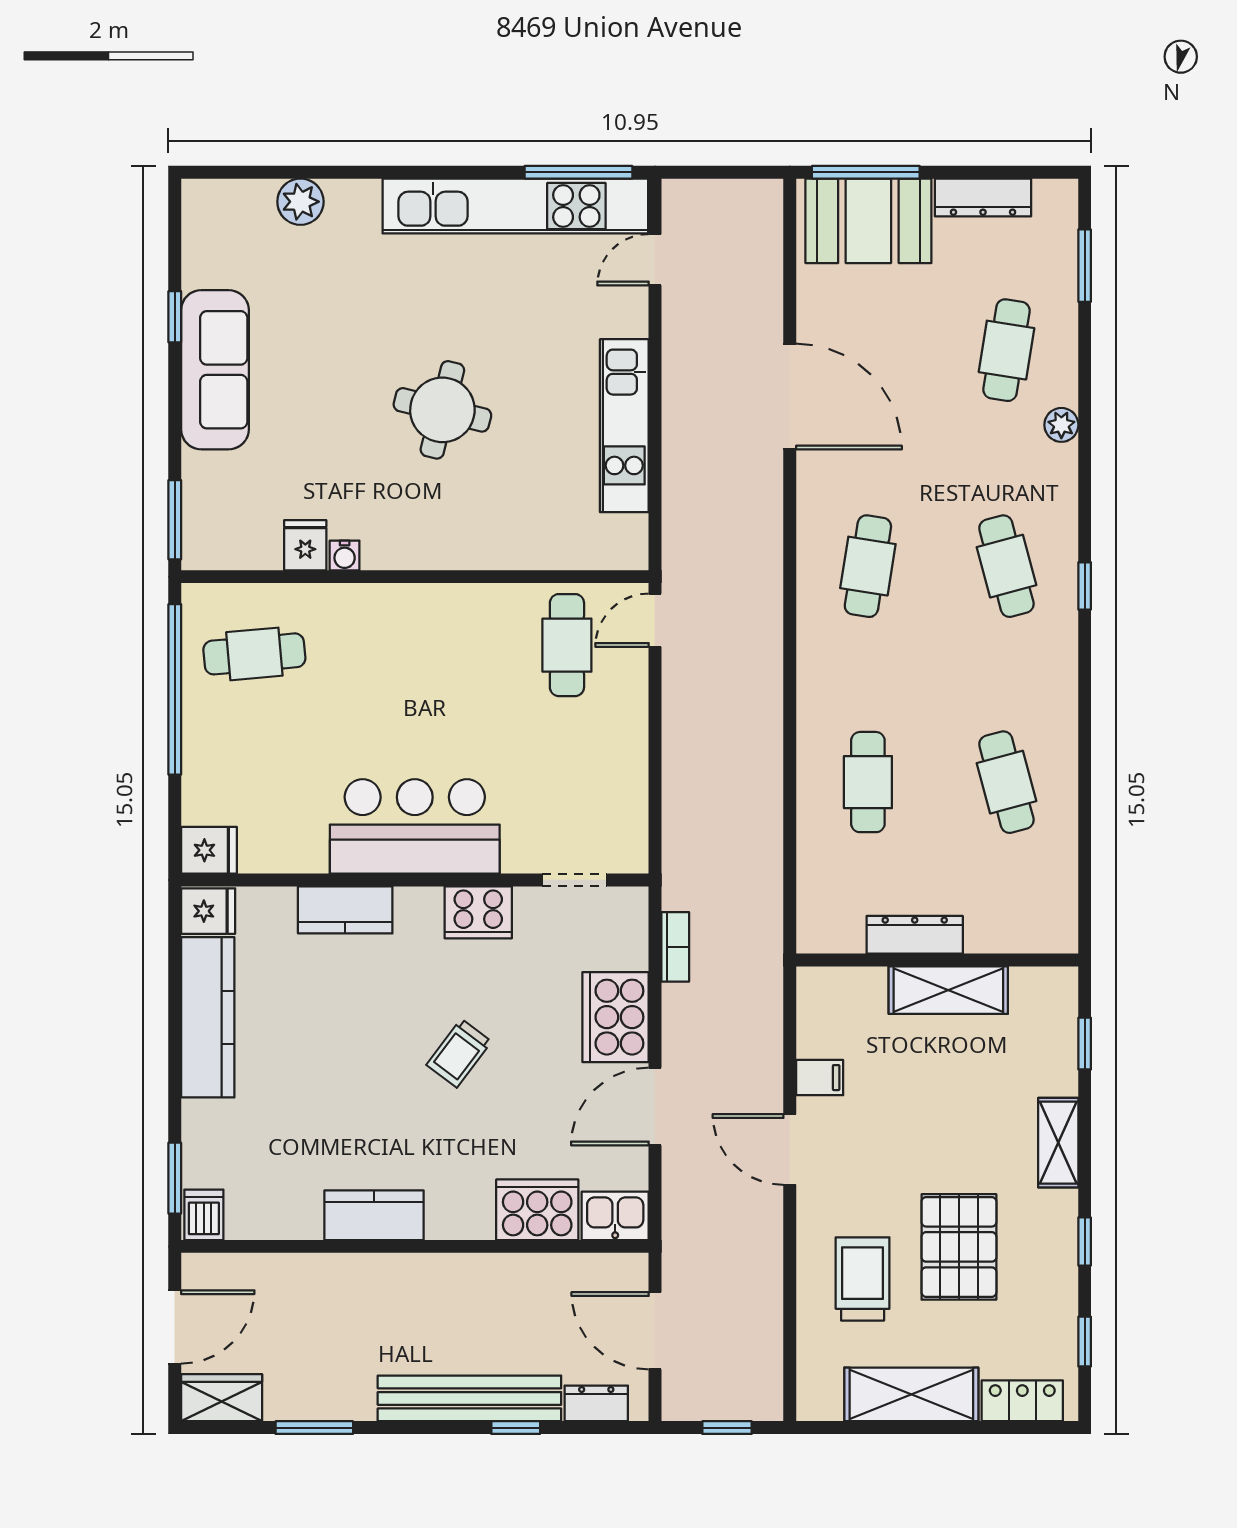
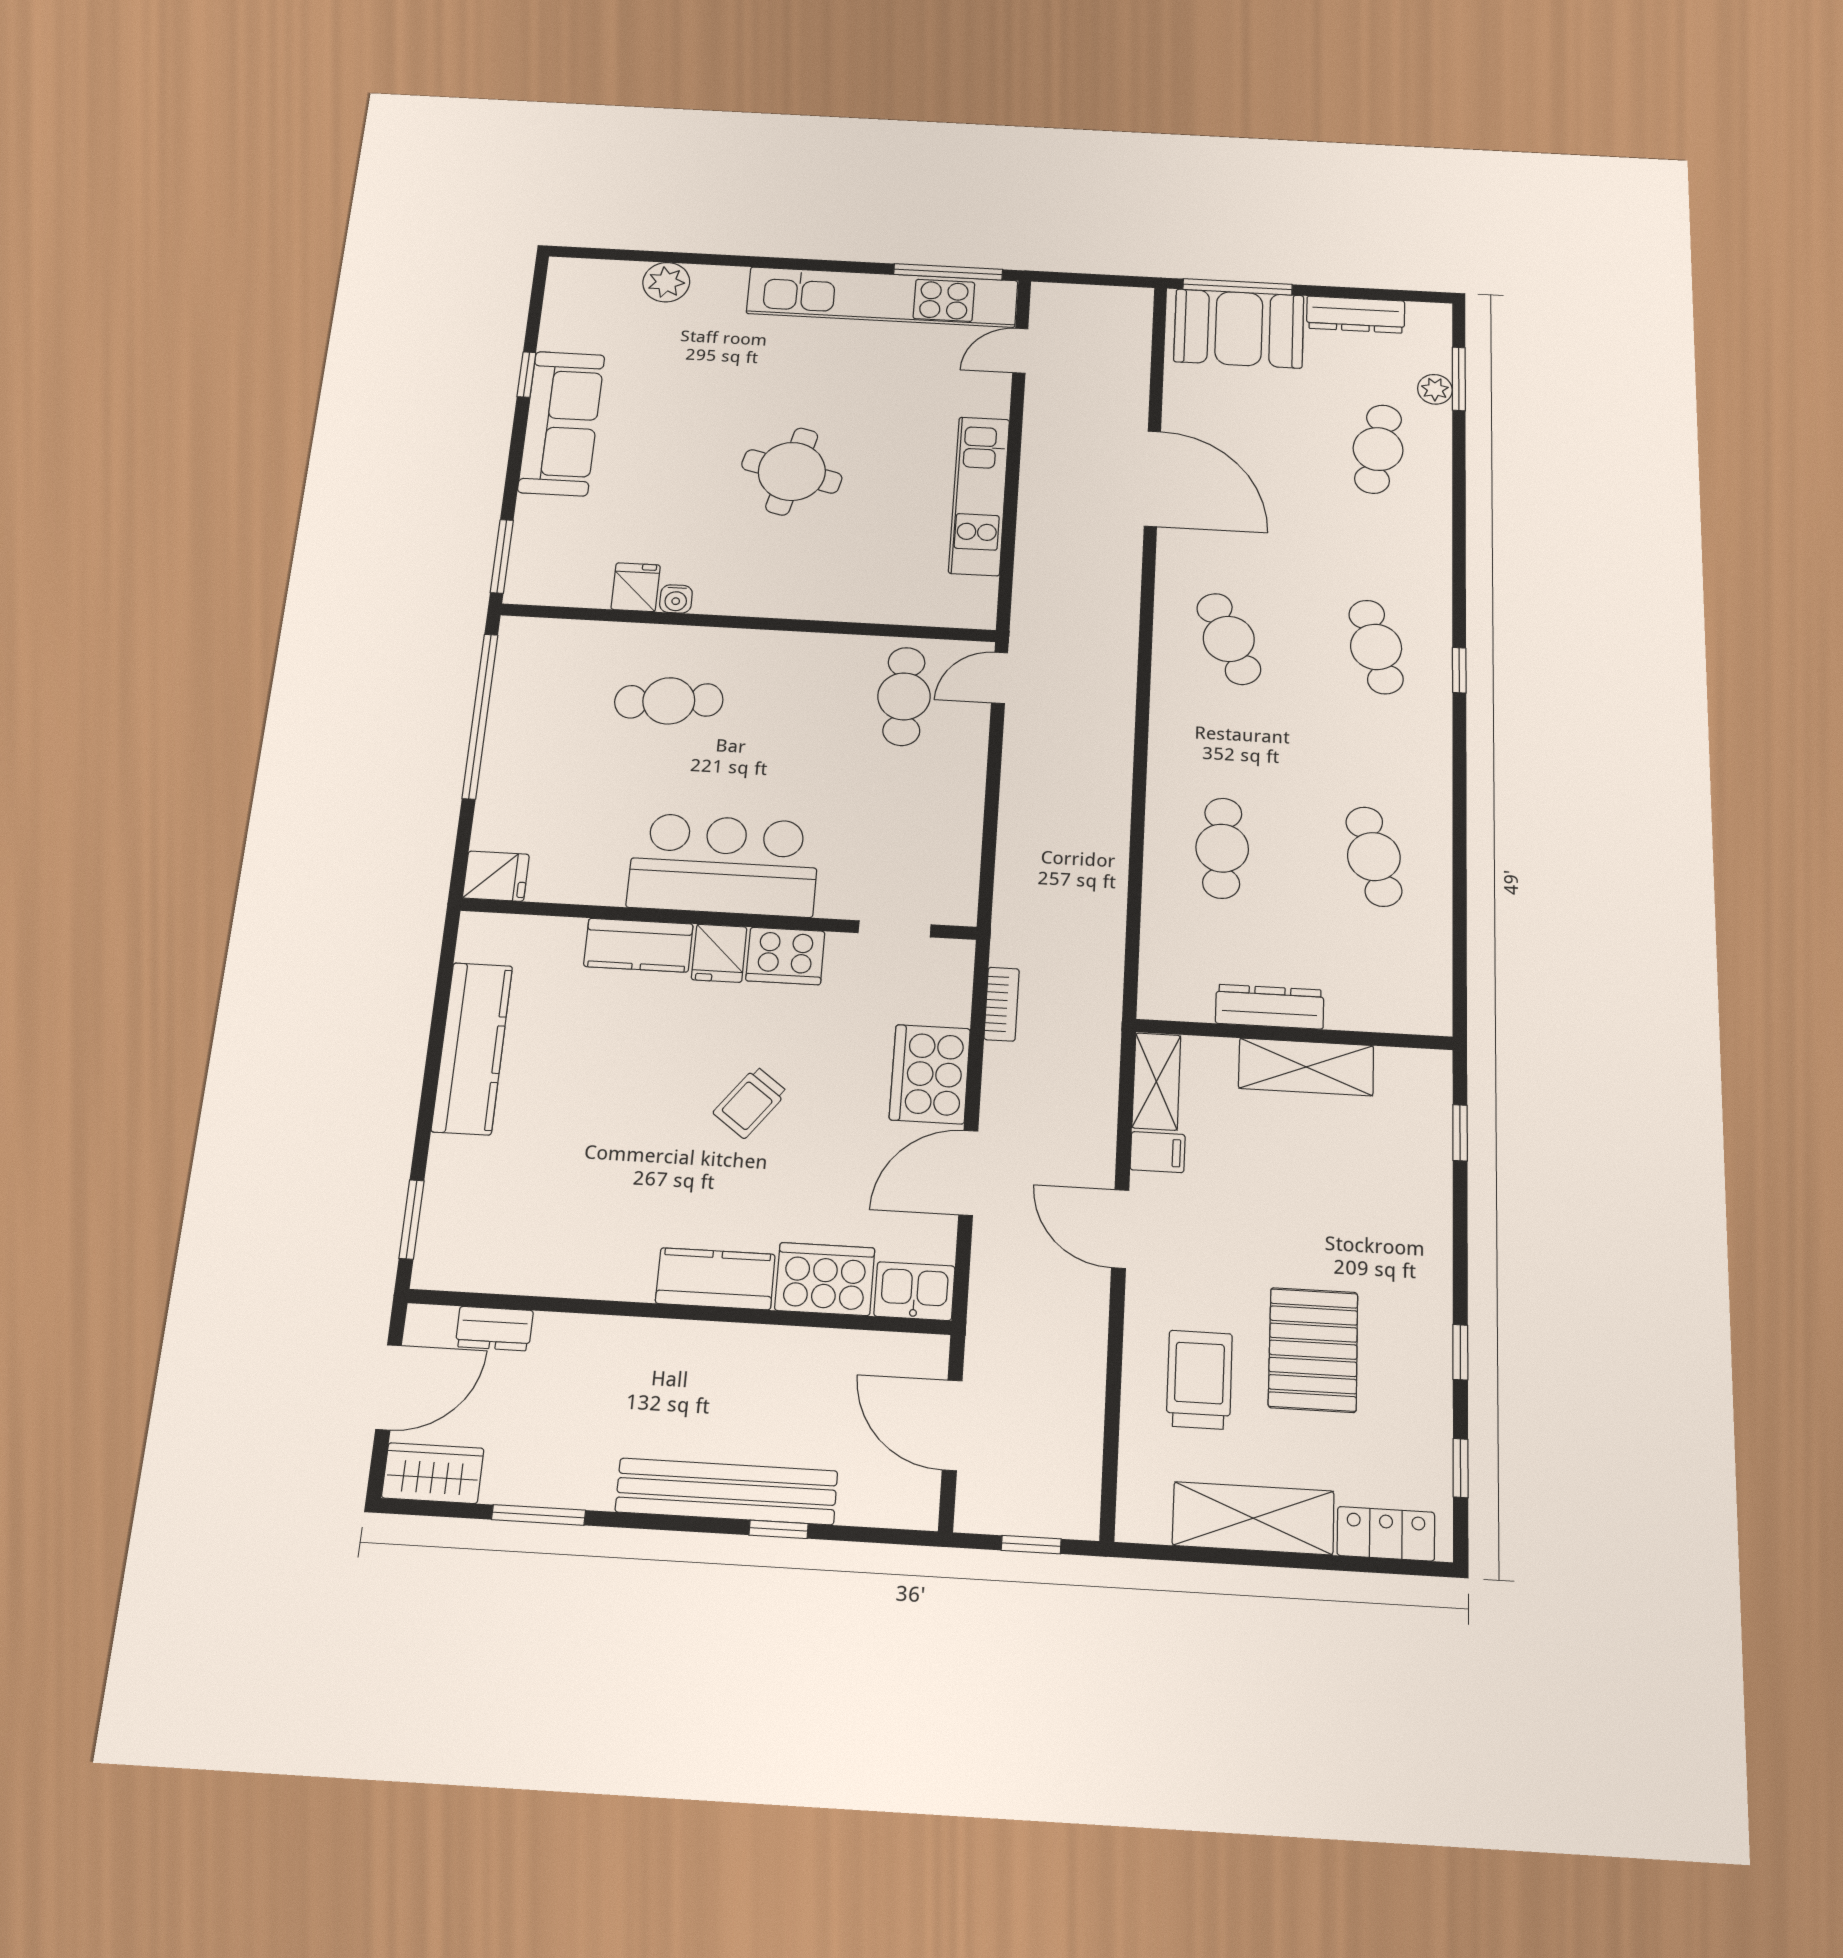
plant: (1061, 425) -> (1435, 389), moved
cafe table: (868, 566) -> (1229, 639), turned -33
cafe table: (254, 654) -> (669, 701), moved
fridge: (208, 911) -> (719, 953), moved, turned 90
shelving: (1058, 1143) -> (1156, 1081), moved
dishwasher: (204, 1215) -> (439, 1262), removed
kitchen counter: (374, 1215) -> (715, 1279), moved
dresser: (596, 1403) -> (494, 1329), moved, turned 180

